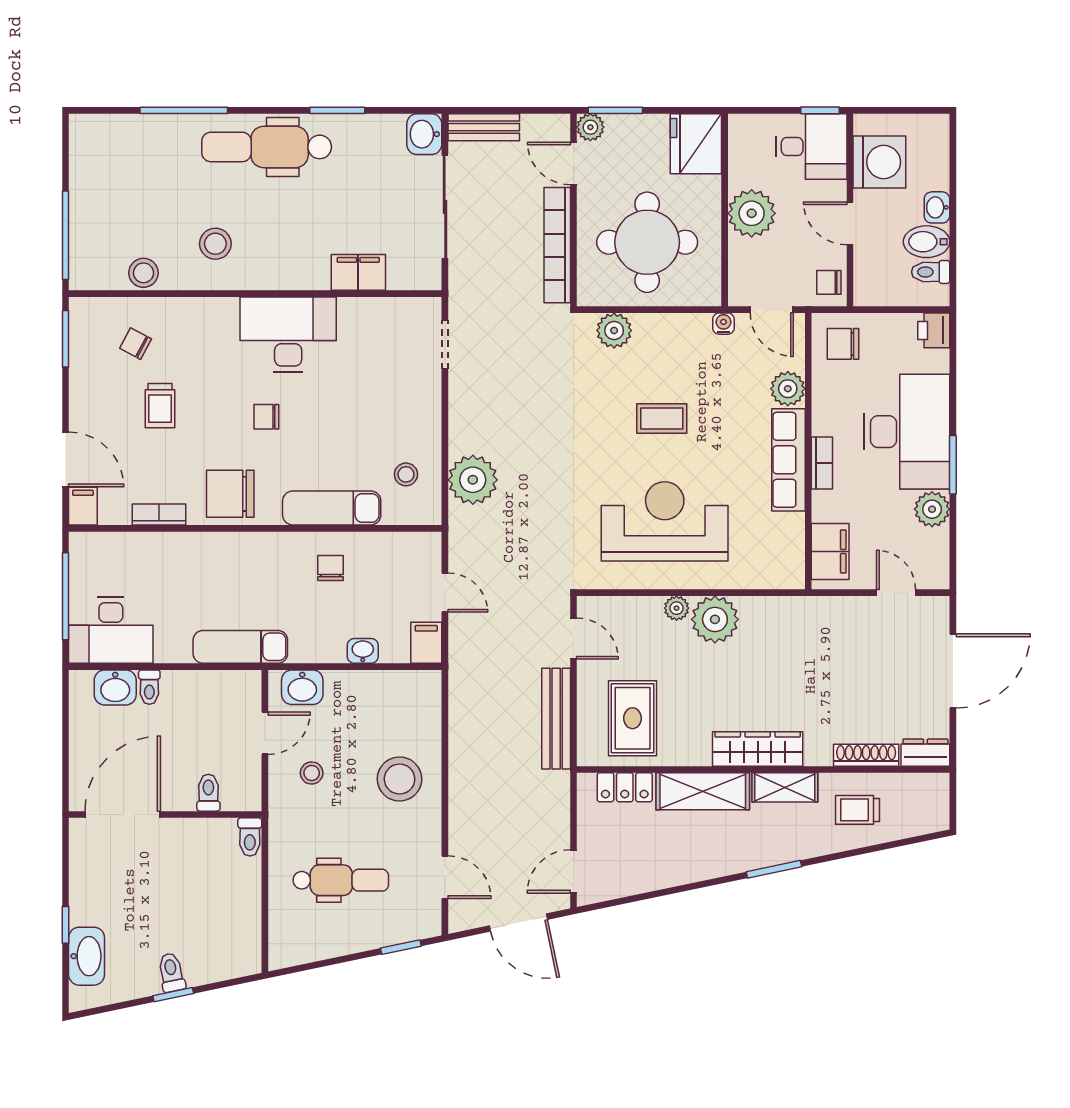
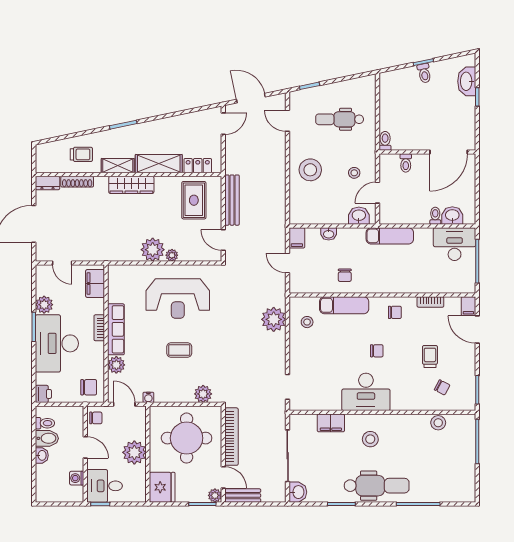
bench: (484, 127) -> (243, 496), moved
washing machine: (879, 162) -> (77, 478), width x0.53, depth x0.53
stool: (215, 244) -> (370, 439), moved
chair: (230, 494) -> (395, 312), width x0.54, depth x0.54

